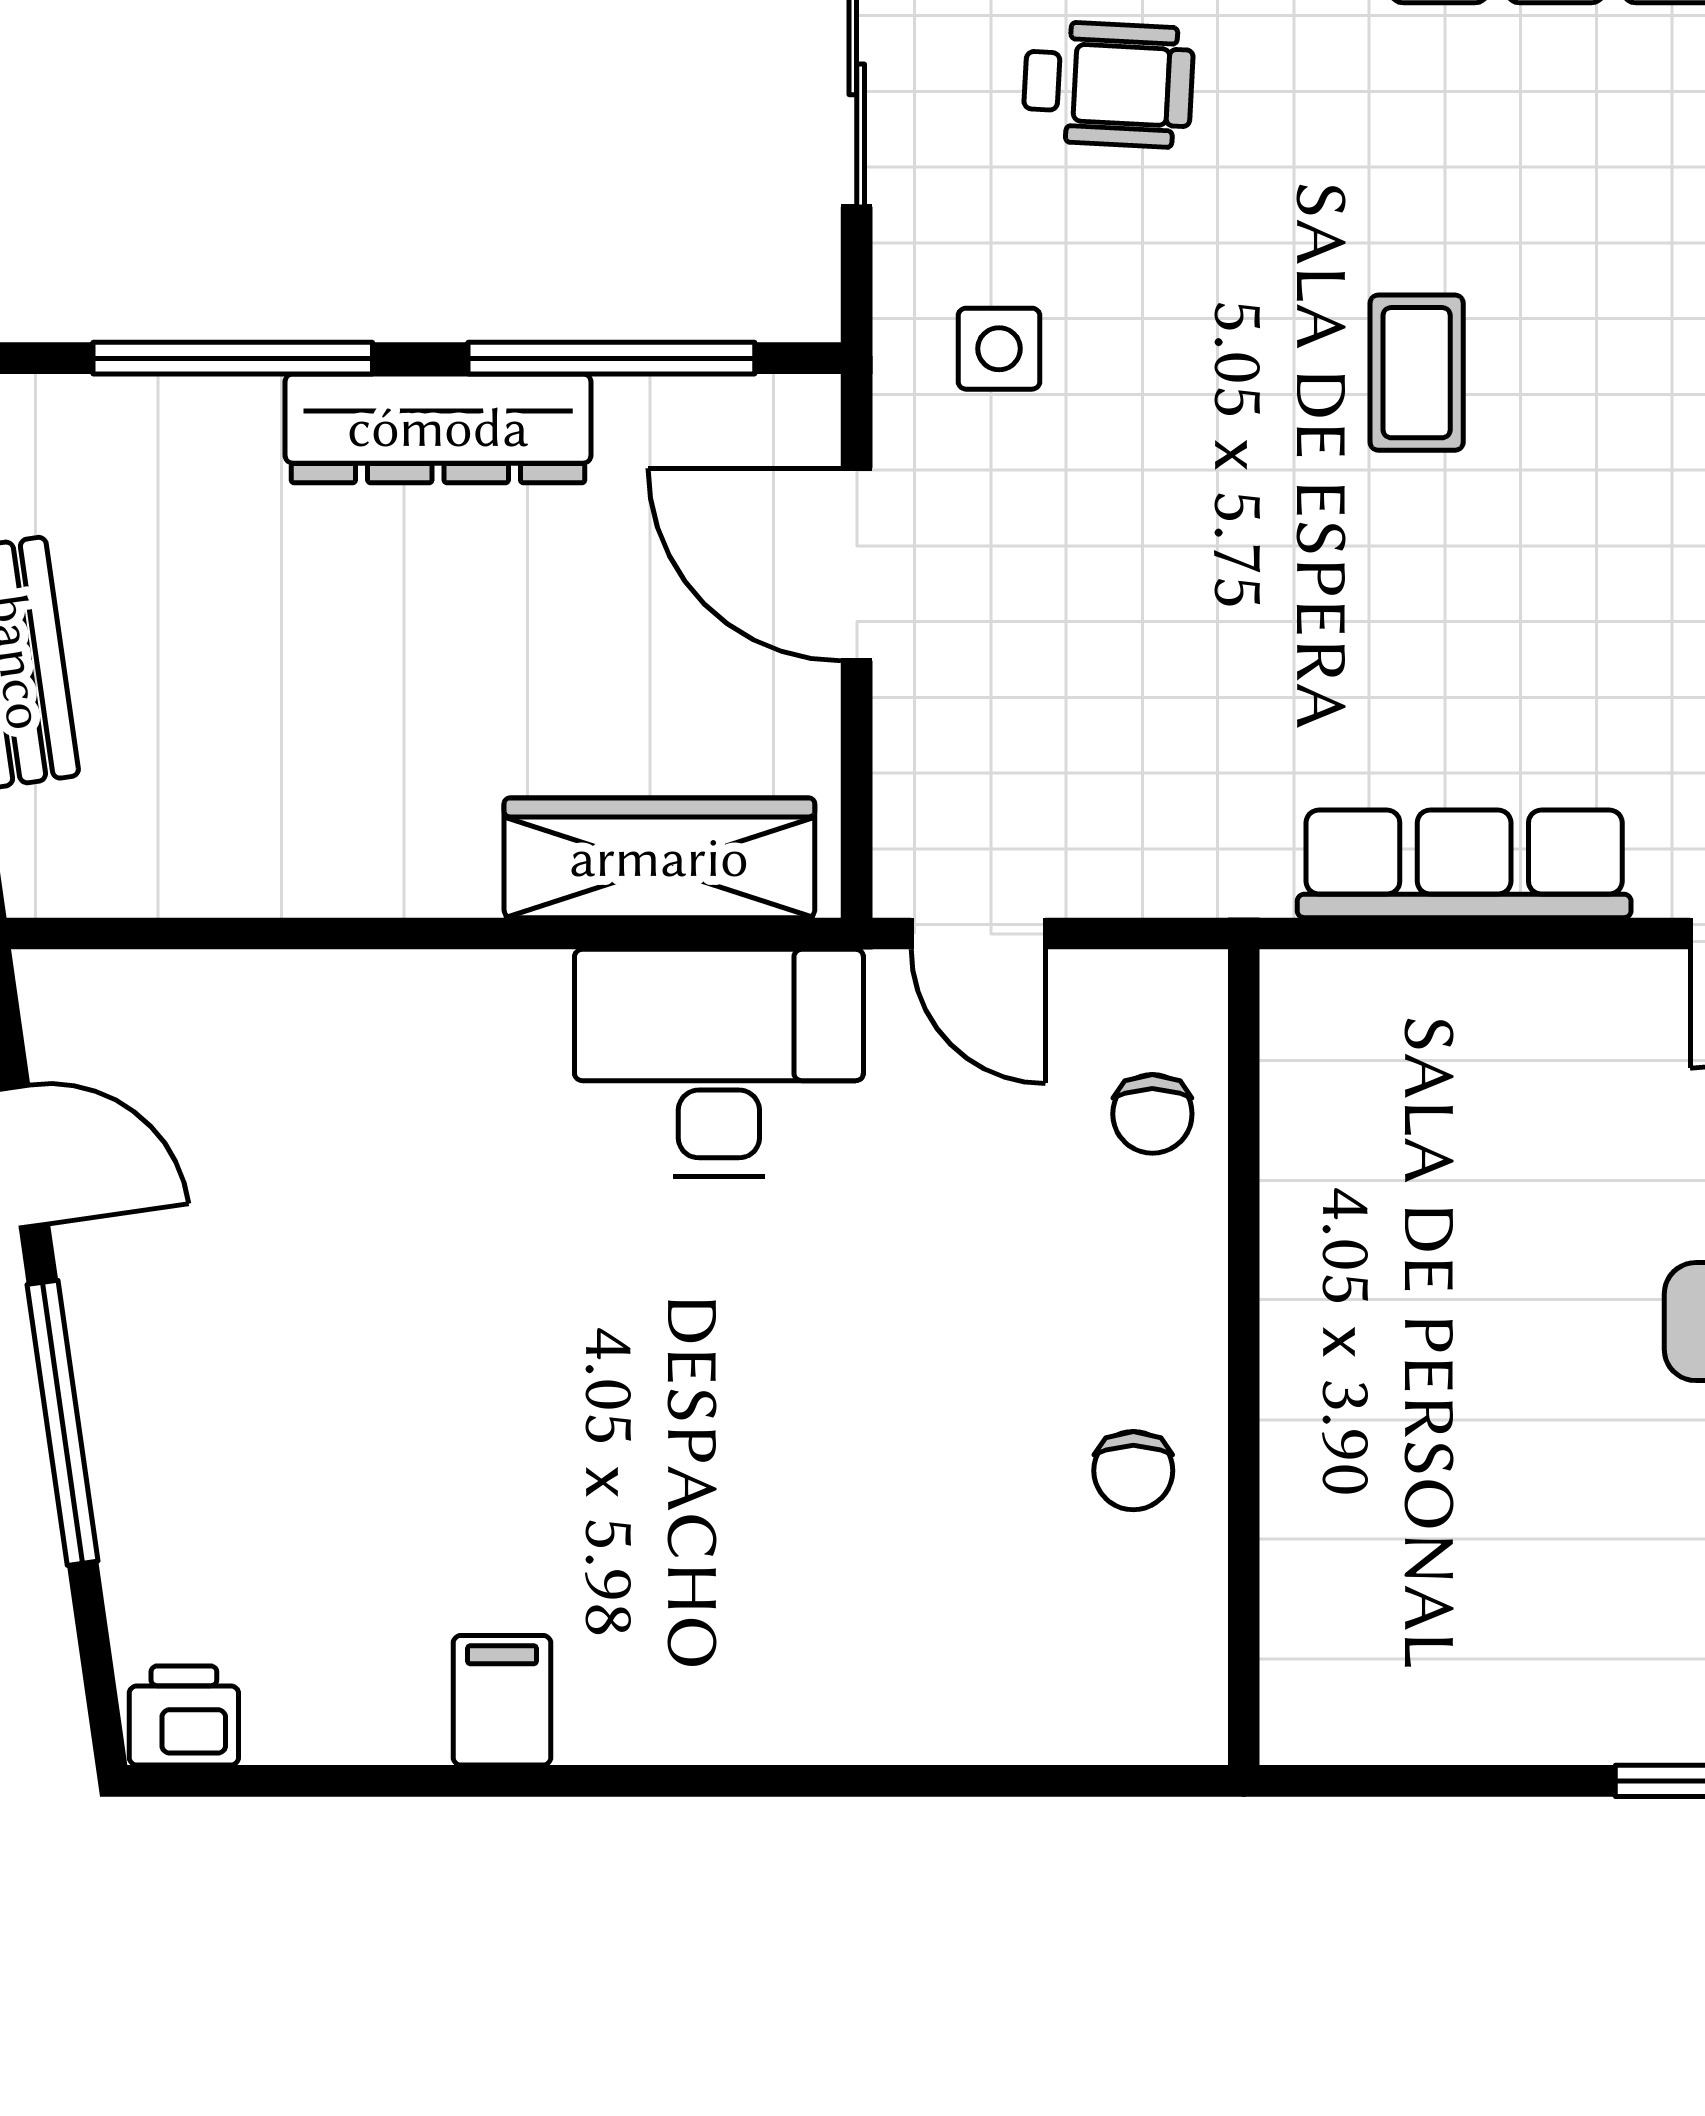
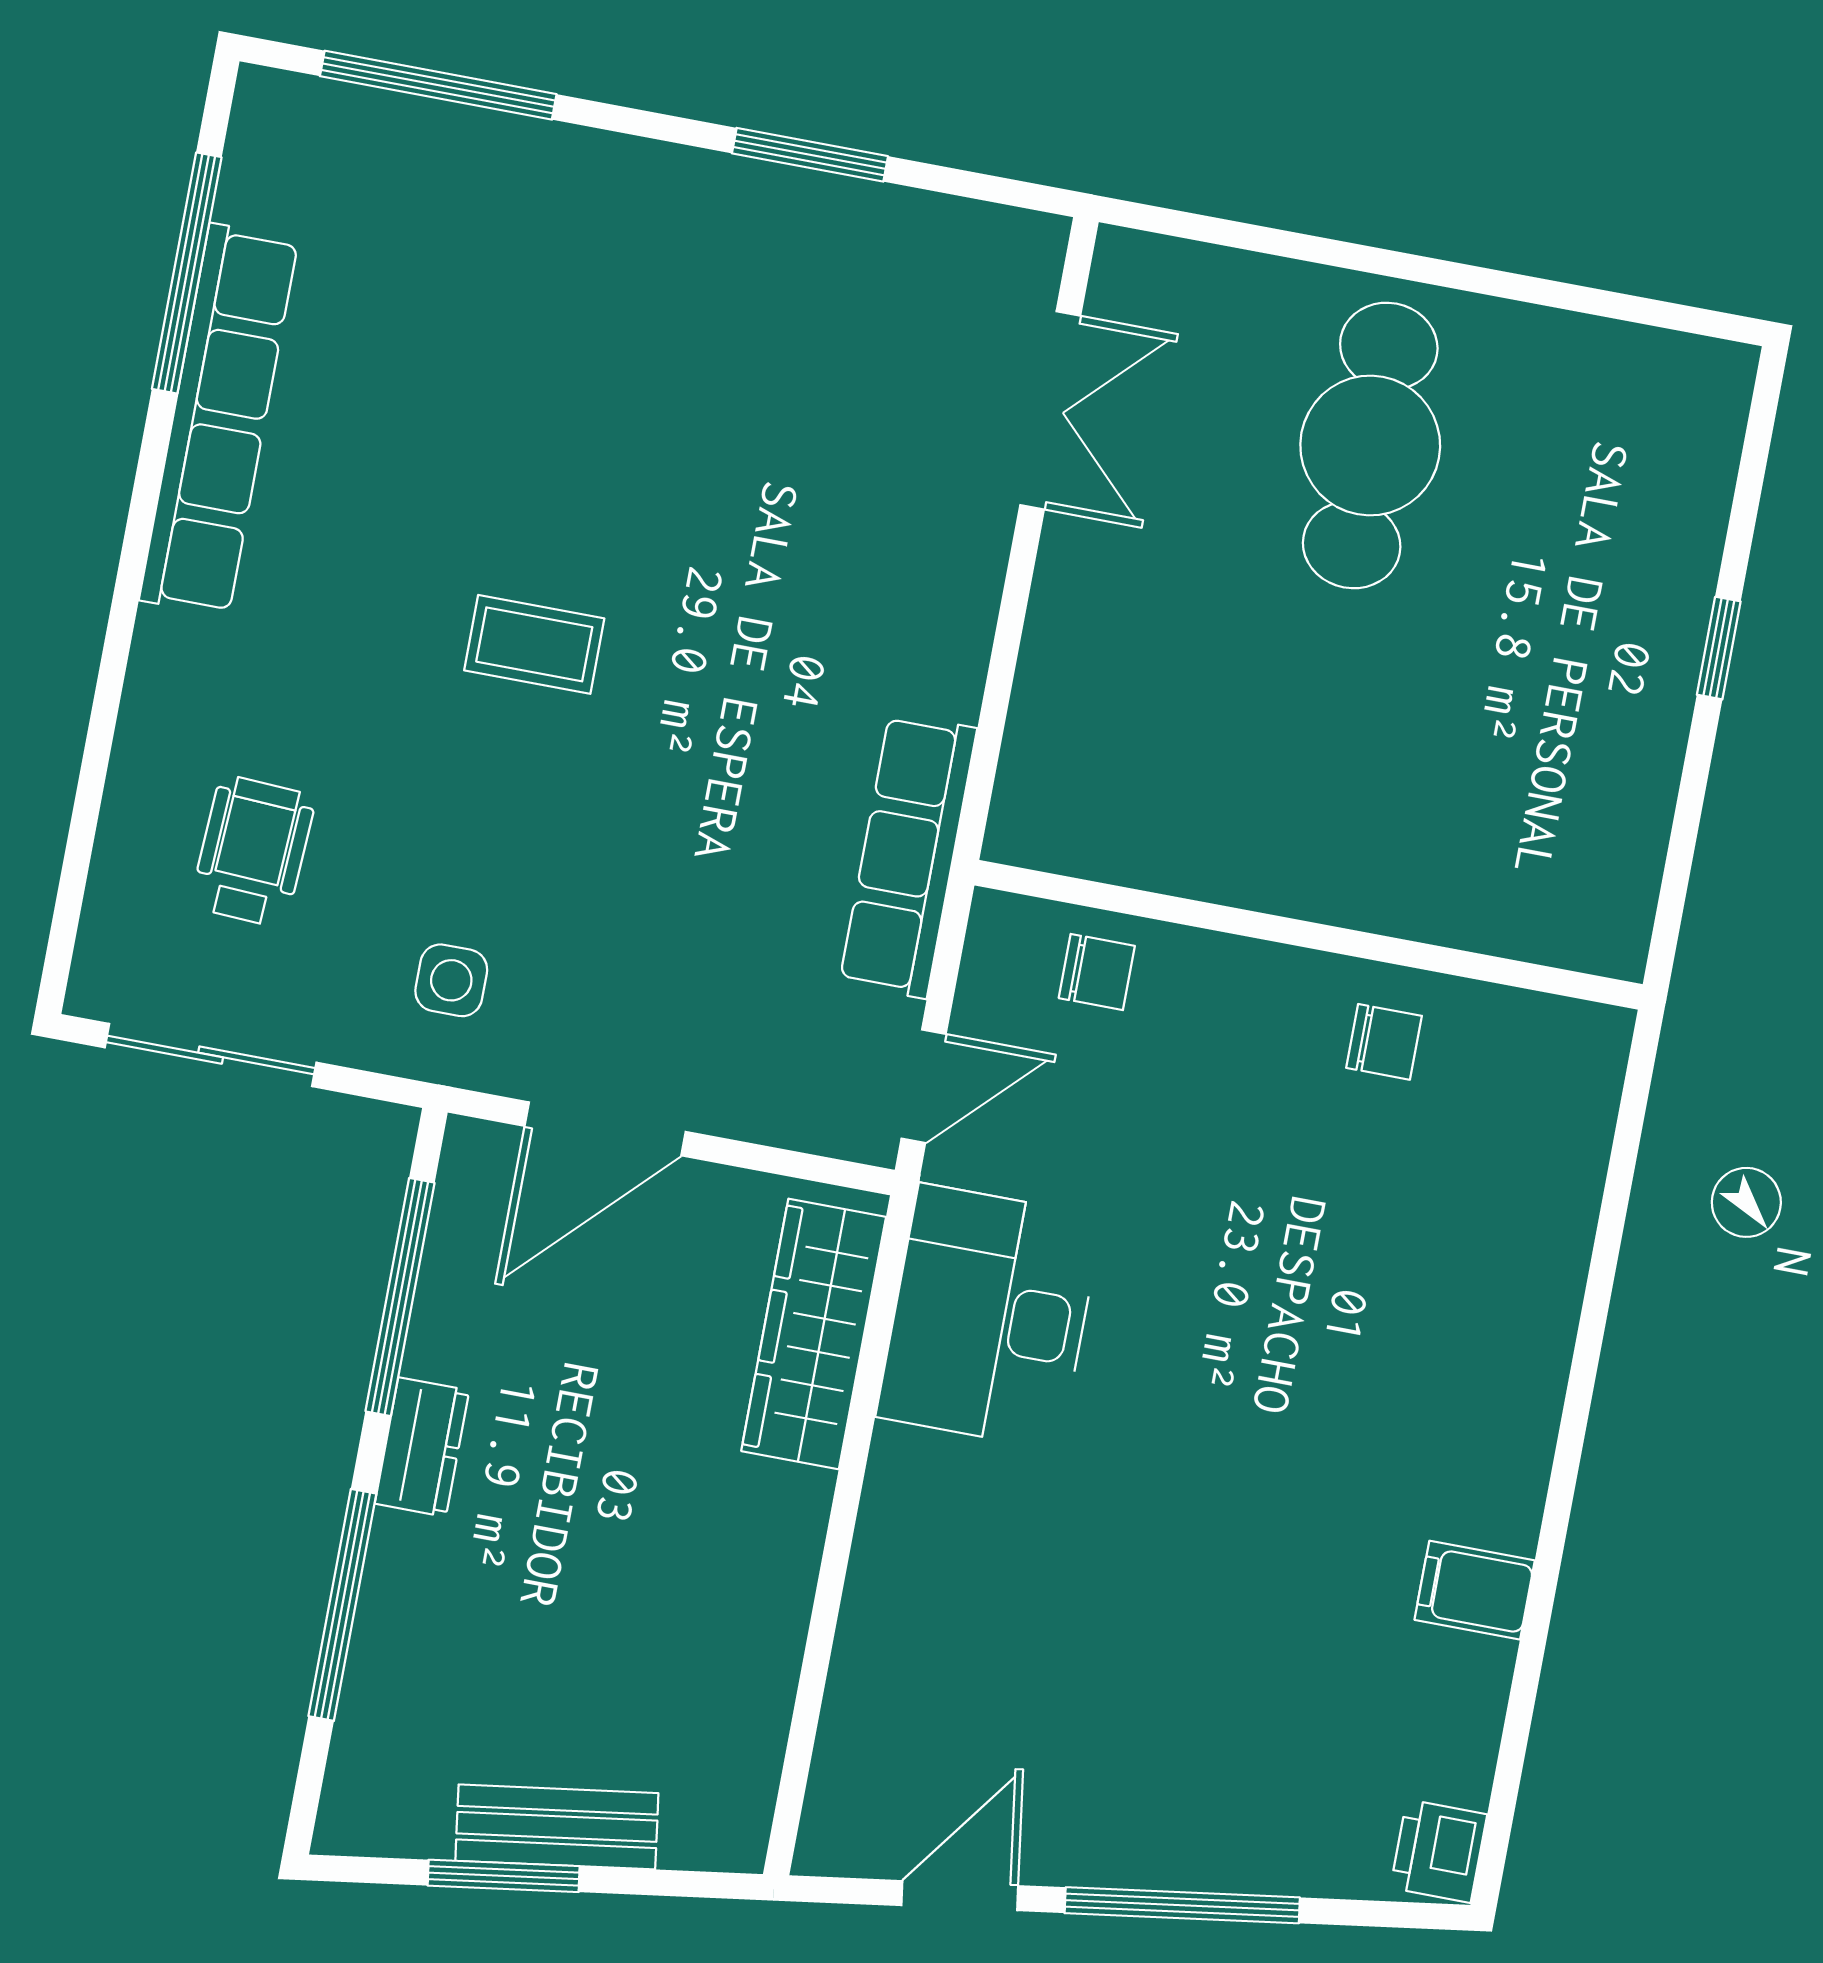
dresser: (438, 428) -> (422, 1447), width x0.51, depth x0.80
row of seats: (1464, 864) -> (908, 856), moved

